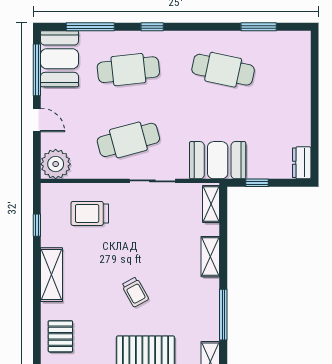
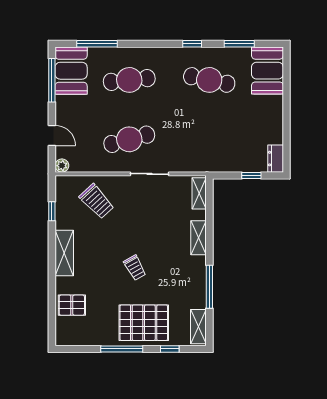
window: (152, 27) -> (192, 44), moved
door: (37, 120) -> (52, 135), moved
booth: (218, 160) -> (267, 71), moved, turned 90
plant: (56, 164) -> (62, 166), width x0.53, depth x0.53
window: (257, 183) -> (251, 175), moved
trolley: (90, 213) -> (97, 201), turned -133
pallet: (60, 336) -> (72, 305), turned 90

